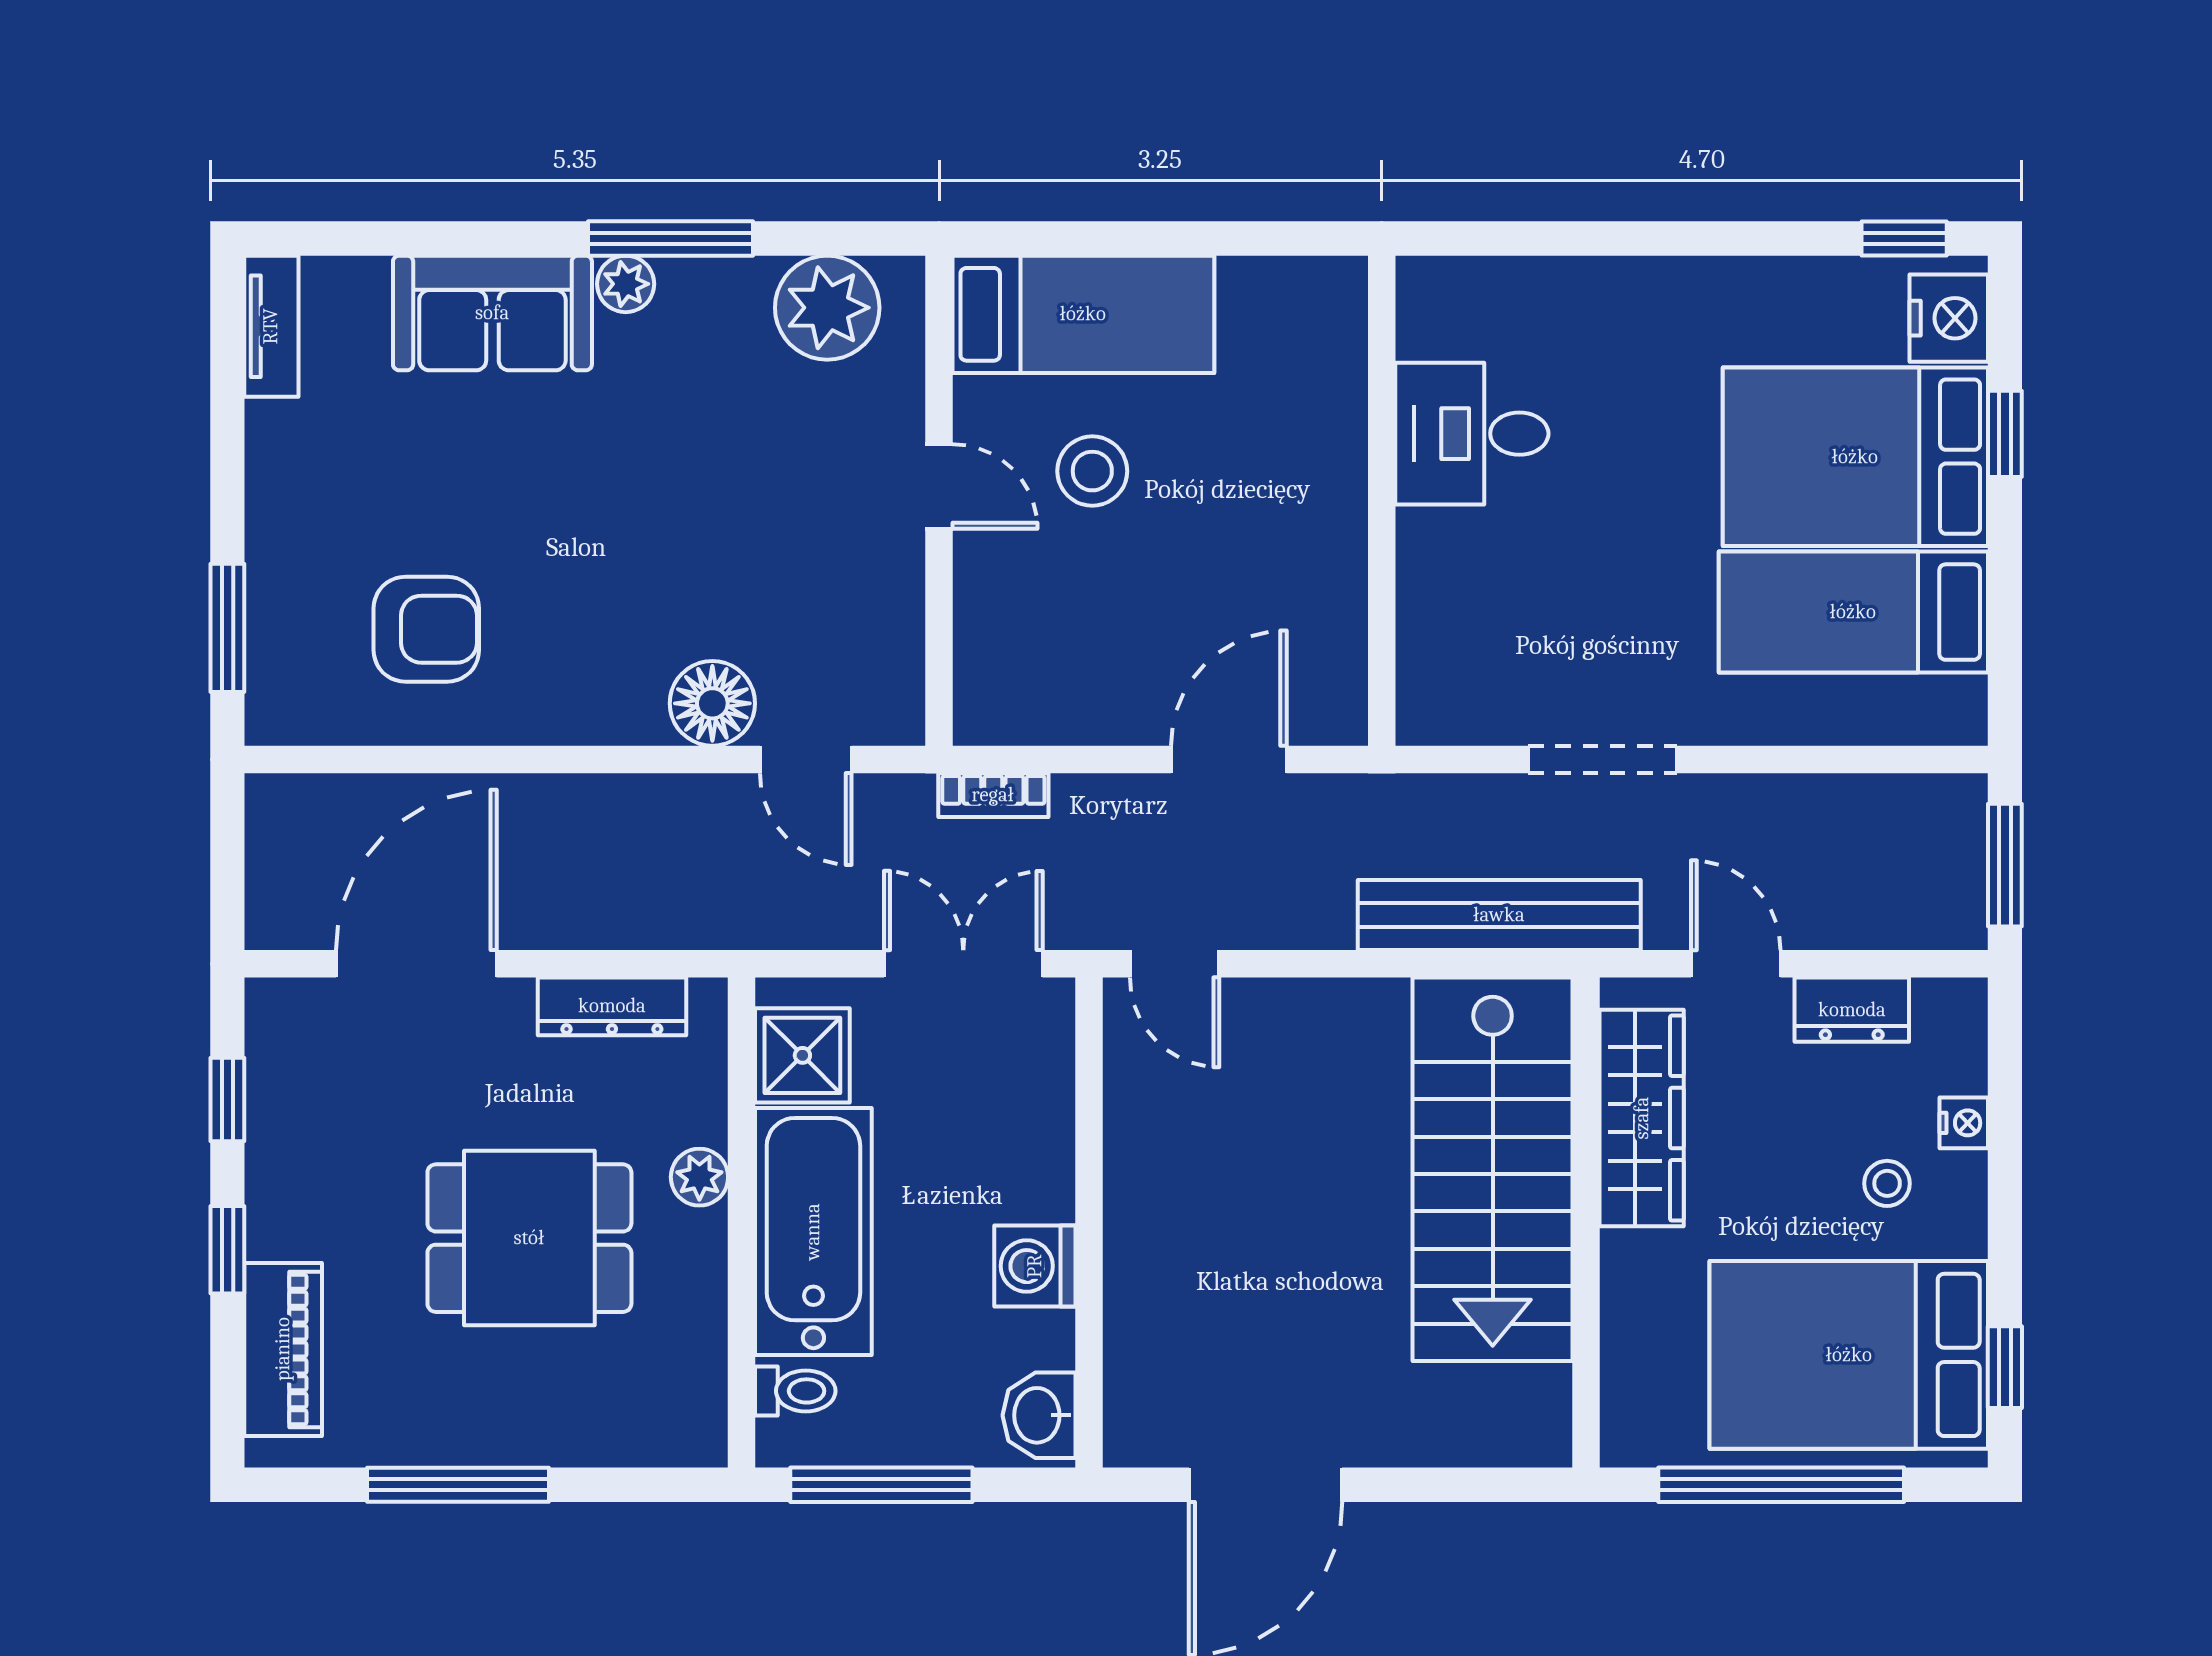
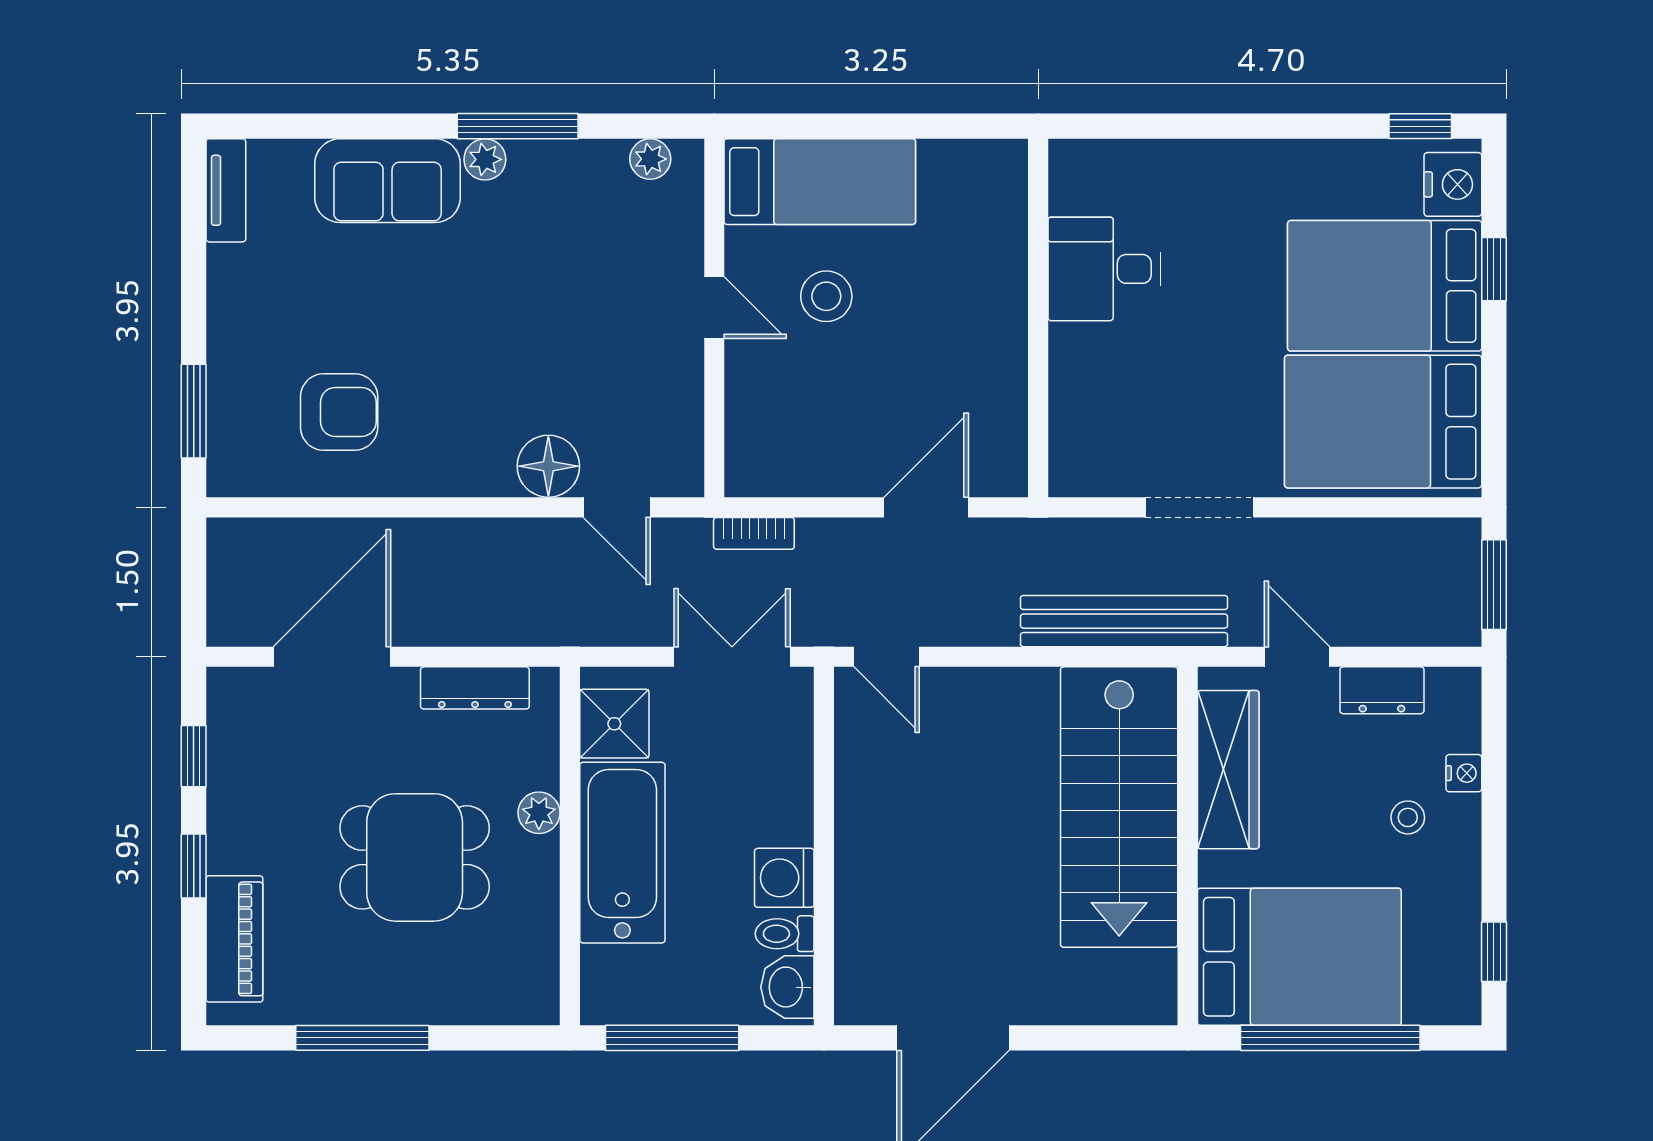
plant: (827, 308) -> (650, 159), width x0.53, depth x0.53
bed: (1853, 612) -> (1383, 422), width x1.50
bed: (1849, 1355) -> (1299, 957), moved, turned 180
toilet: (795, 1391) -> (785, 934), moved, turned 180

